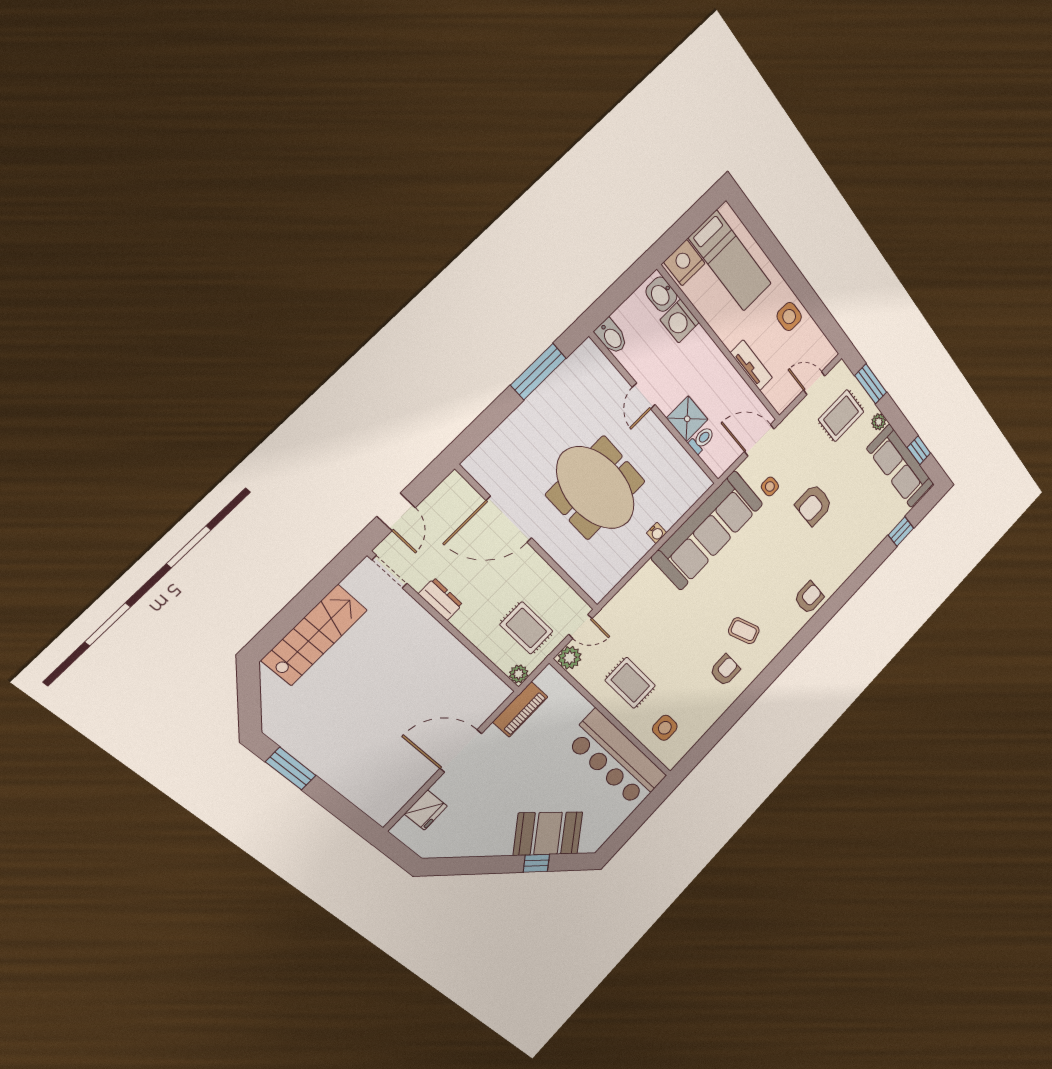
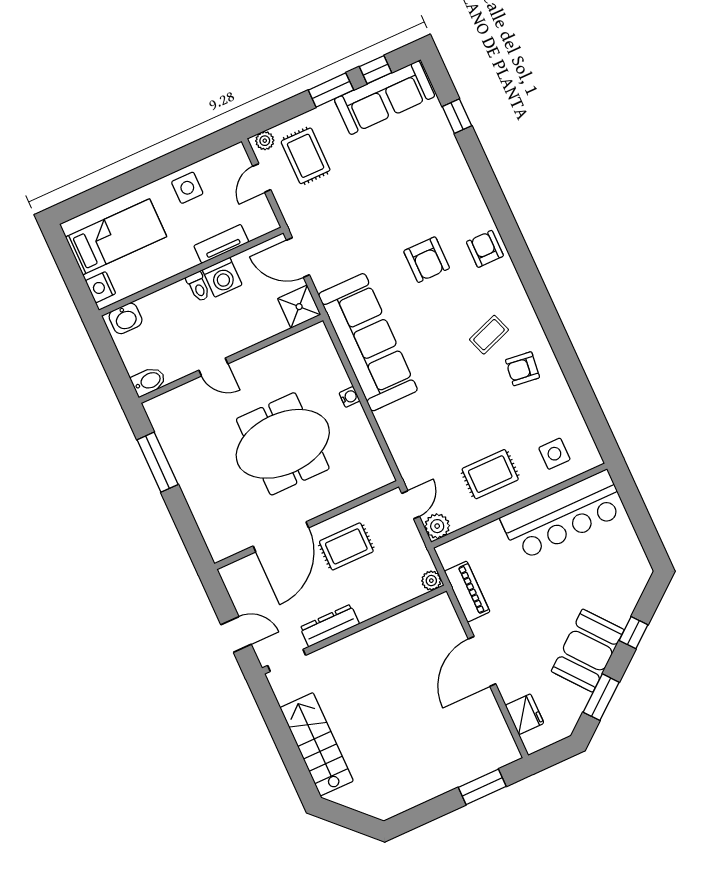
nightstand: (684, 263) -> (101, 287), width x0.74, depth x0.75
washing machine: (680, 321) -> (222, 277), moved
window: (871, 384) -> (331, 90), moved
shower: (687, 419) -> (299, 307), moved
plant: (879, 422) -> (265, 141), moved
toilet: (702, 440) -> (198, 287), moved, turned 180
door: (759, 440) -> (298, 257), hinge flipped
side table: (770, 486) -> (349, 260), removed
armchair: (814, 505) -> (427, 260), moved
dresser: (441, 599) -> (330, 626), width x1.44
rug: (526, 628) -> (346, 546), moved
armchair: (725, 670) -> (522, 369), turned -83
window: (291, 769) -> (482, 787), moved
booth: (548, 833) -> (588, 651), moved
window: (468, 866) -> (601, 697), added

